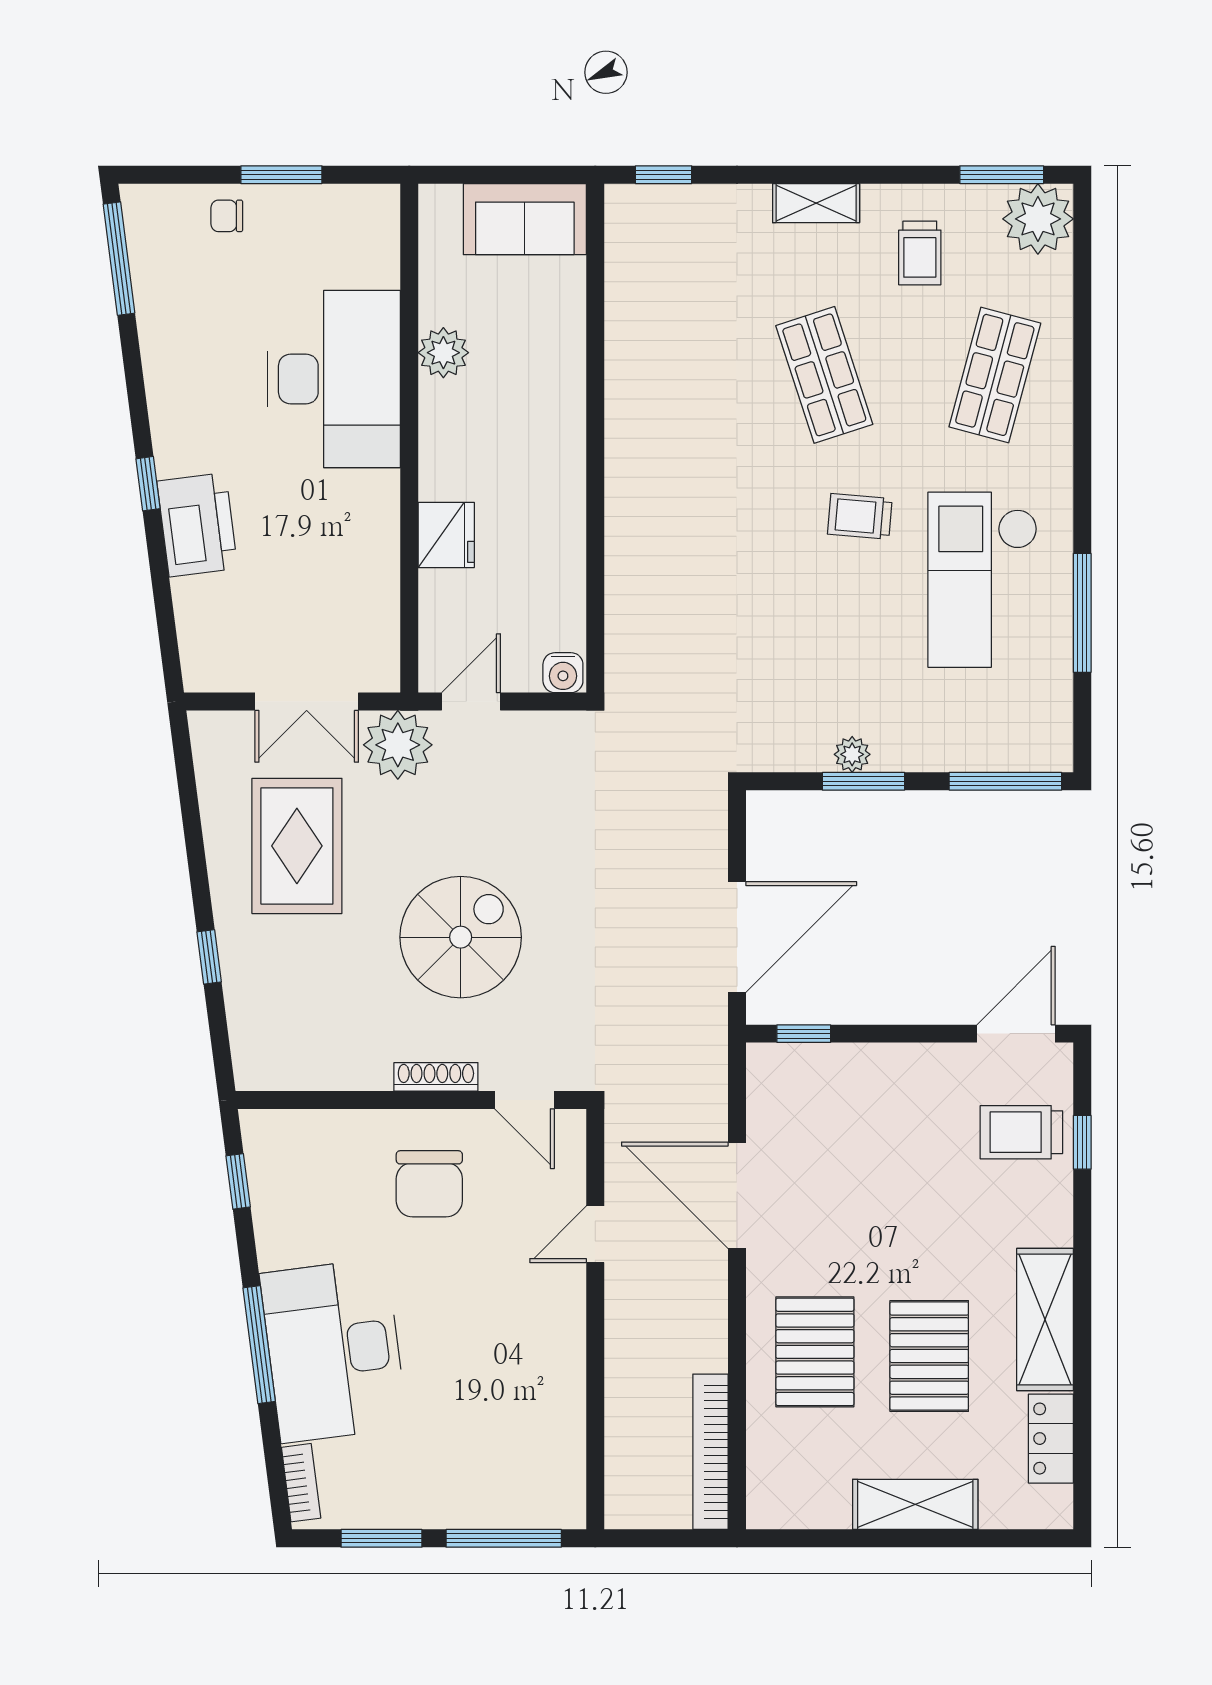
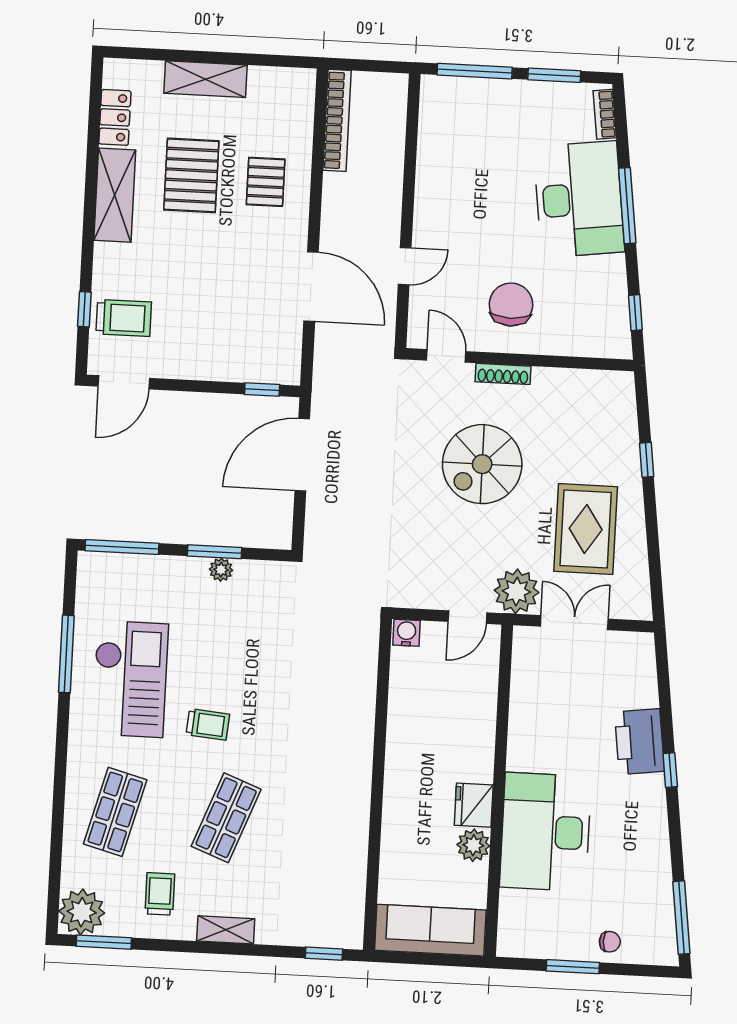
sofa: (525, 219) -> (430, 930), width x1.36
shop shelf: (824, 375) -> (226, 818), turned 39
fridge: (446, 535) -> (474, 805), moved
pallet: (815, 1352) -> (266, 182), width x0.67, depth x0.71

